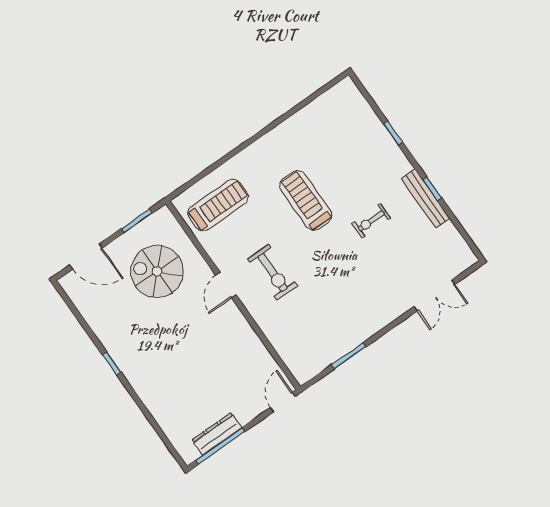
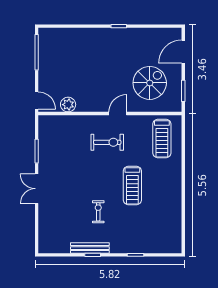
treadmill: (306, 201) -> (132, 185), turned 90
exercise bike: (273, 272) -> (107, 142), turned 180
door: (226, 285) -> (118, 114), hinge flipped
double door: (434, 295) -> (37, 189), moved
plant: (259, 358) -> (68, 105), added
dresser: (217, 434) -> (44, 55), removed

